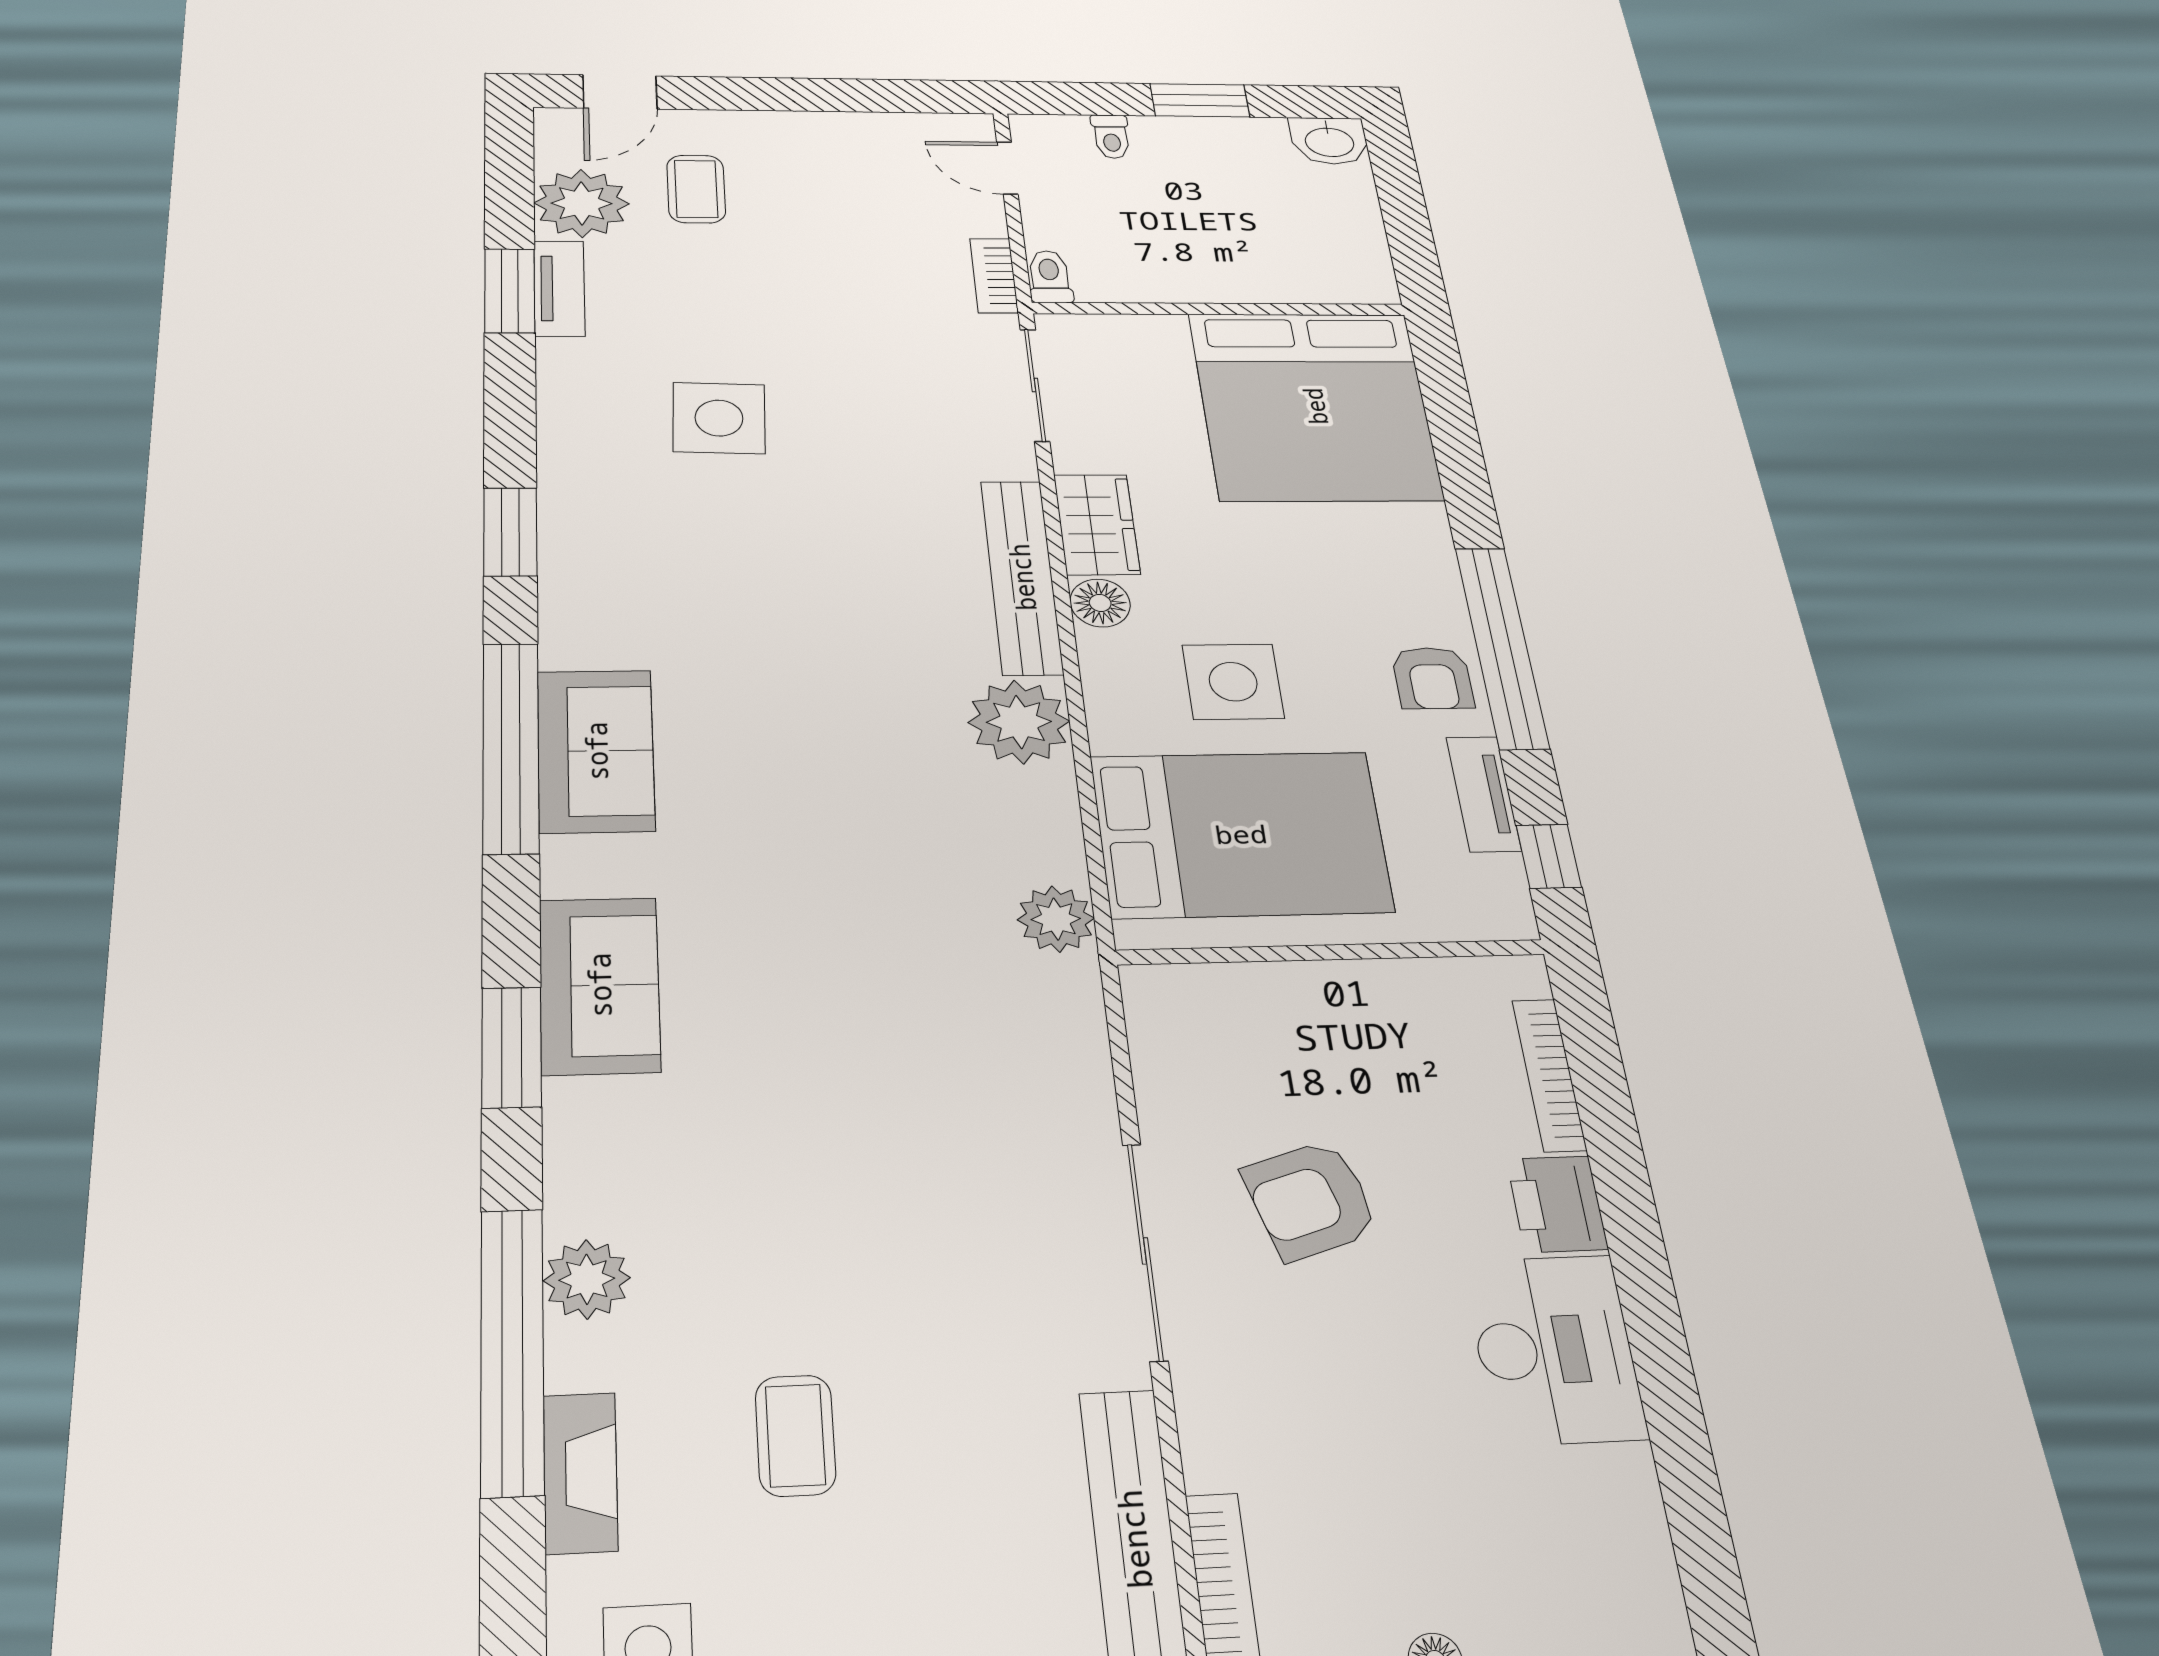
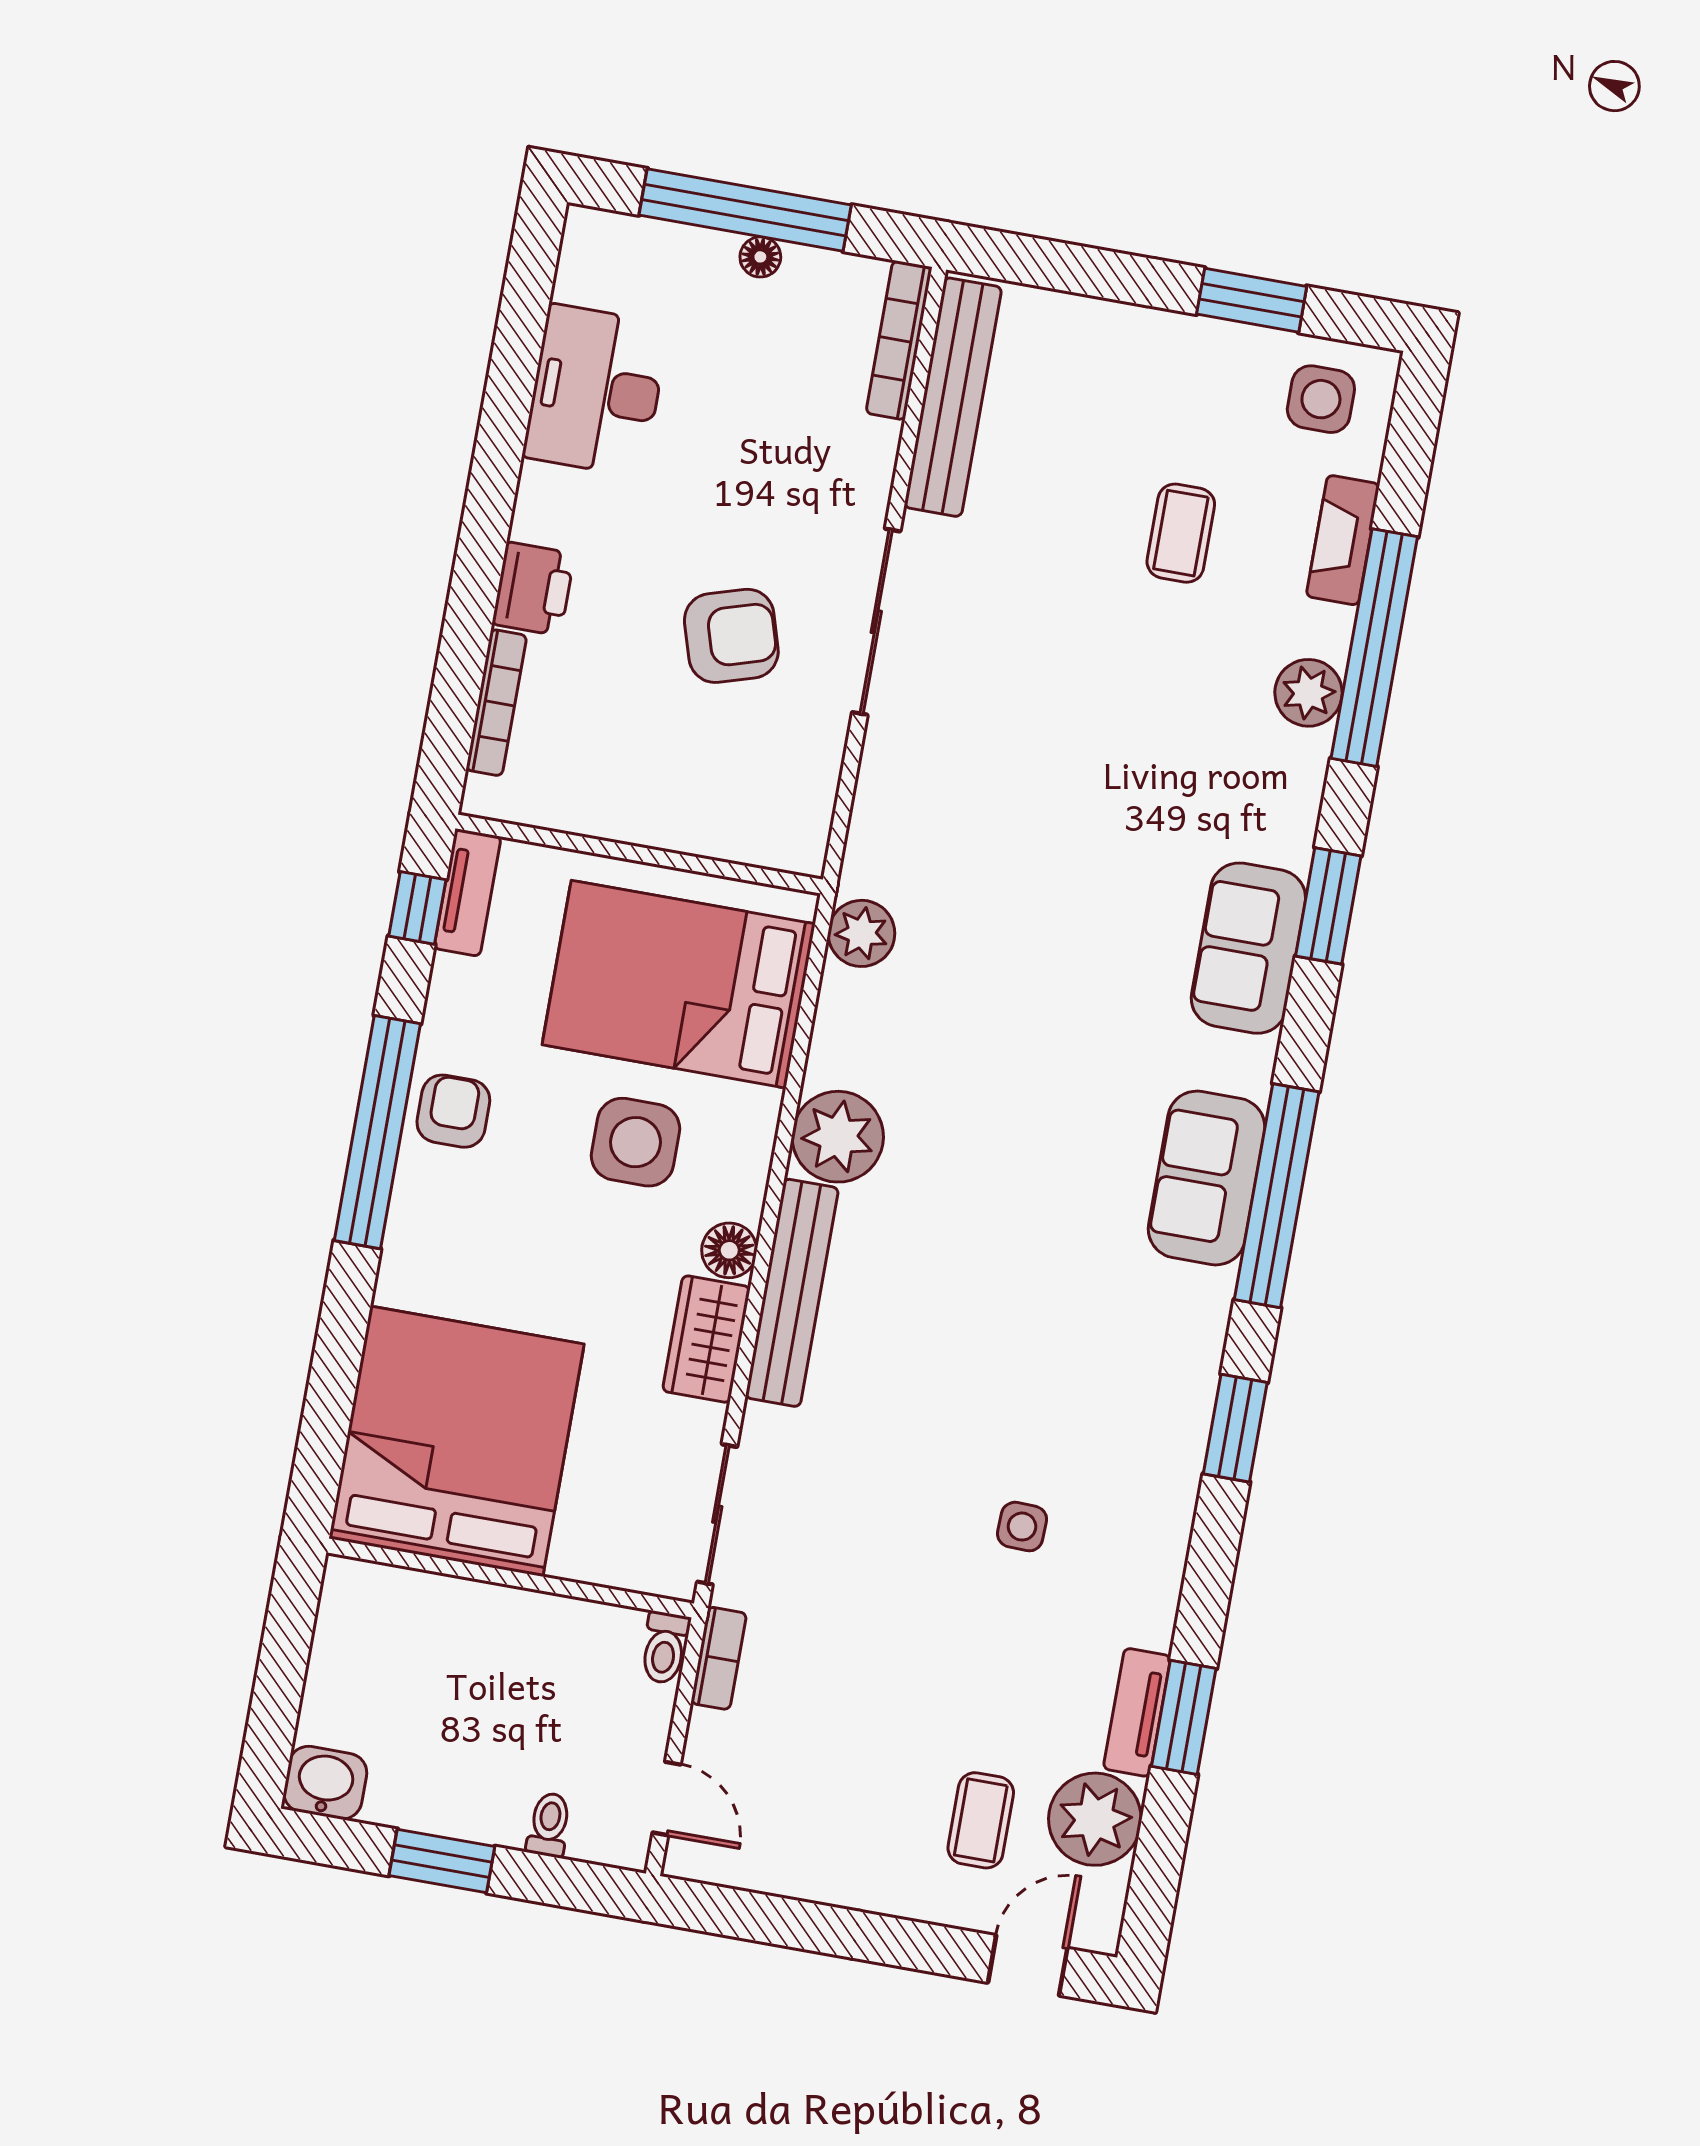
side table: (719, 418) -> (1022, 1527), width x0.54, depth x0.54
tv unit: (1484, 794) -> (467, 893), moved
desk: (1555, 1349) -> (596, 390), moved

